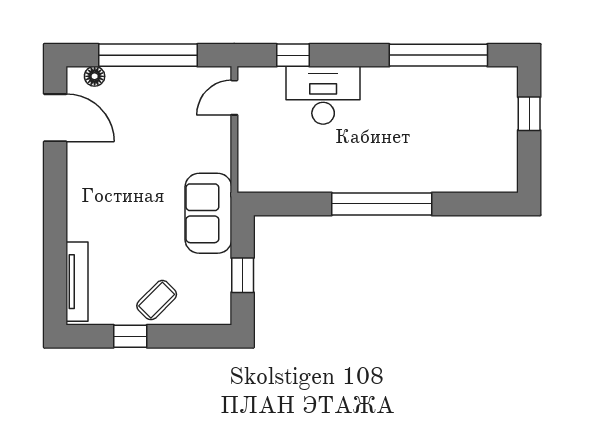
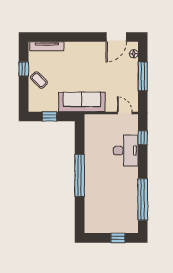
window: (148, 55) -> (143, 76), width x0.68
sofa: (208, 213) -> (82, 102), width x1.36

